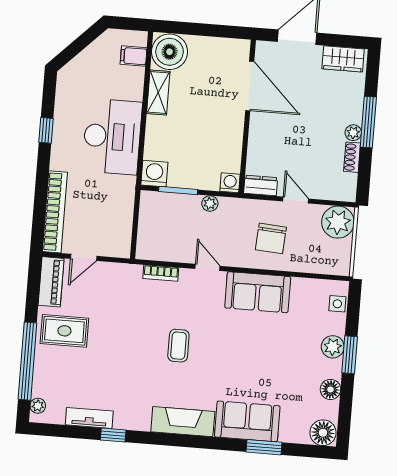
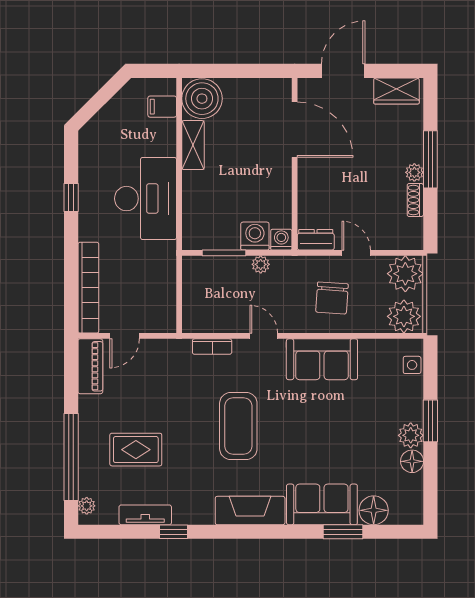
washing machine: (154, 174) -> (255, 236), moved
plant: (334, 260) -> (404, 316), added
rug: (64, 331) -> (136, 450), moved
coffee table: (178, 346) -> (238, 426), width x1.86, depth x1.72
plant: (333, 347) -> (411, 435), moved
floor lamp: (323, 433) -> (374, 510), moved

